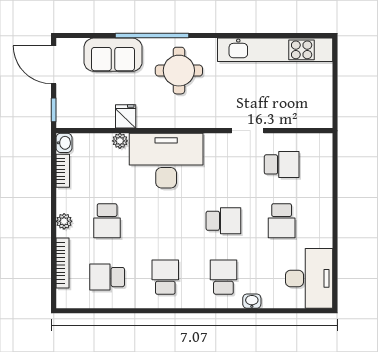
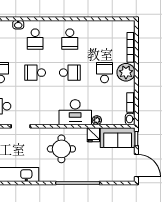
sofa: (113, 55) -> (118, 138), moved, turned 180
round table: (179, 71) -> (61, 149), moved
desk: (166, 161) -> (75, 112), width x0.73, depth x0.77
plant: (64, 221) -> (126, 72), width x1.87, depth x1.87
school desk: (107, 277) -> (70, 73), moved

